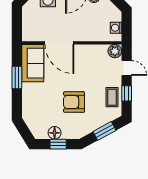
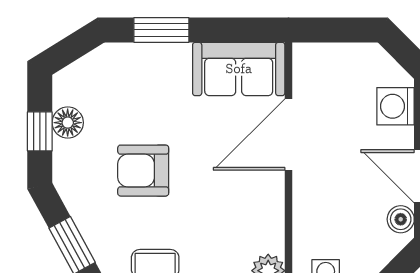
window: (17, 78) -> (161, 30), moved
armchair: (74, 102) -> (143, 171), turned -90

